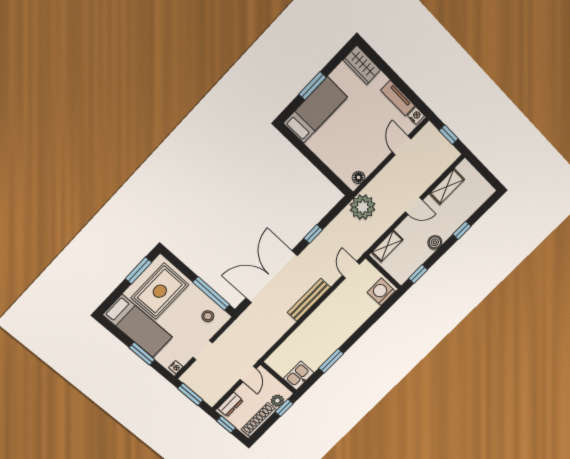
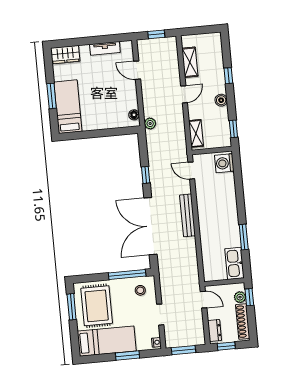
nightstand: (416, 116) -> (126, 46), removed
plant: (363, 207) -> (150, 124), width x0.53, depth x0.53
kitchen sink: (299, 376) -> (234, 263), width x1.38

